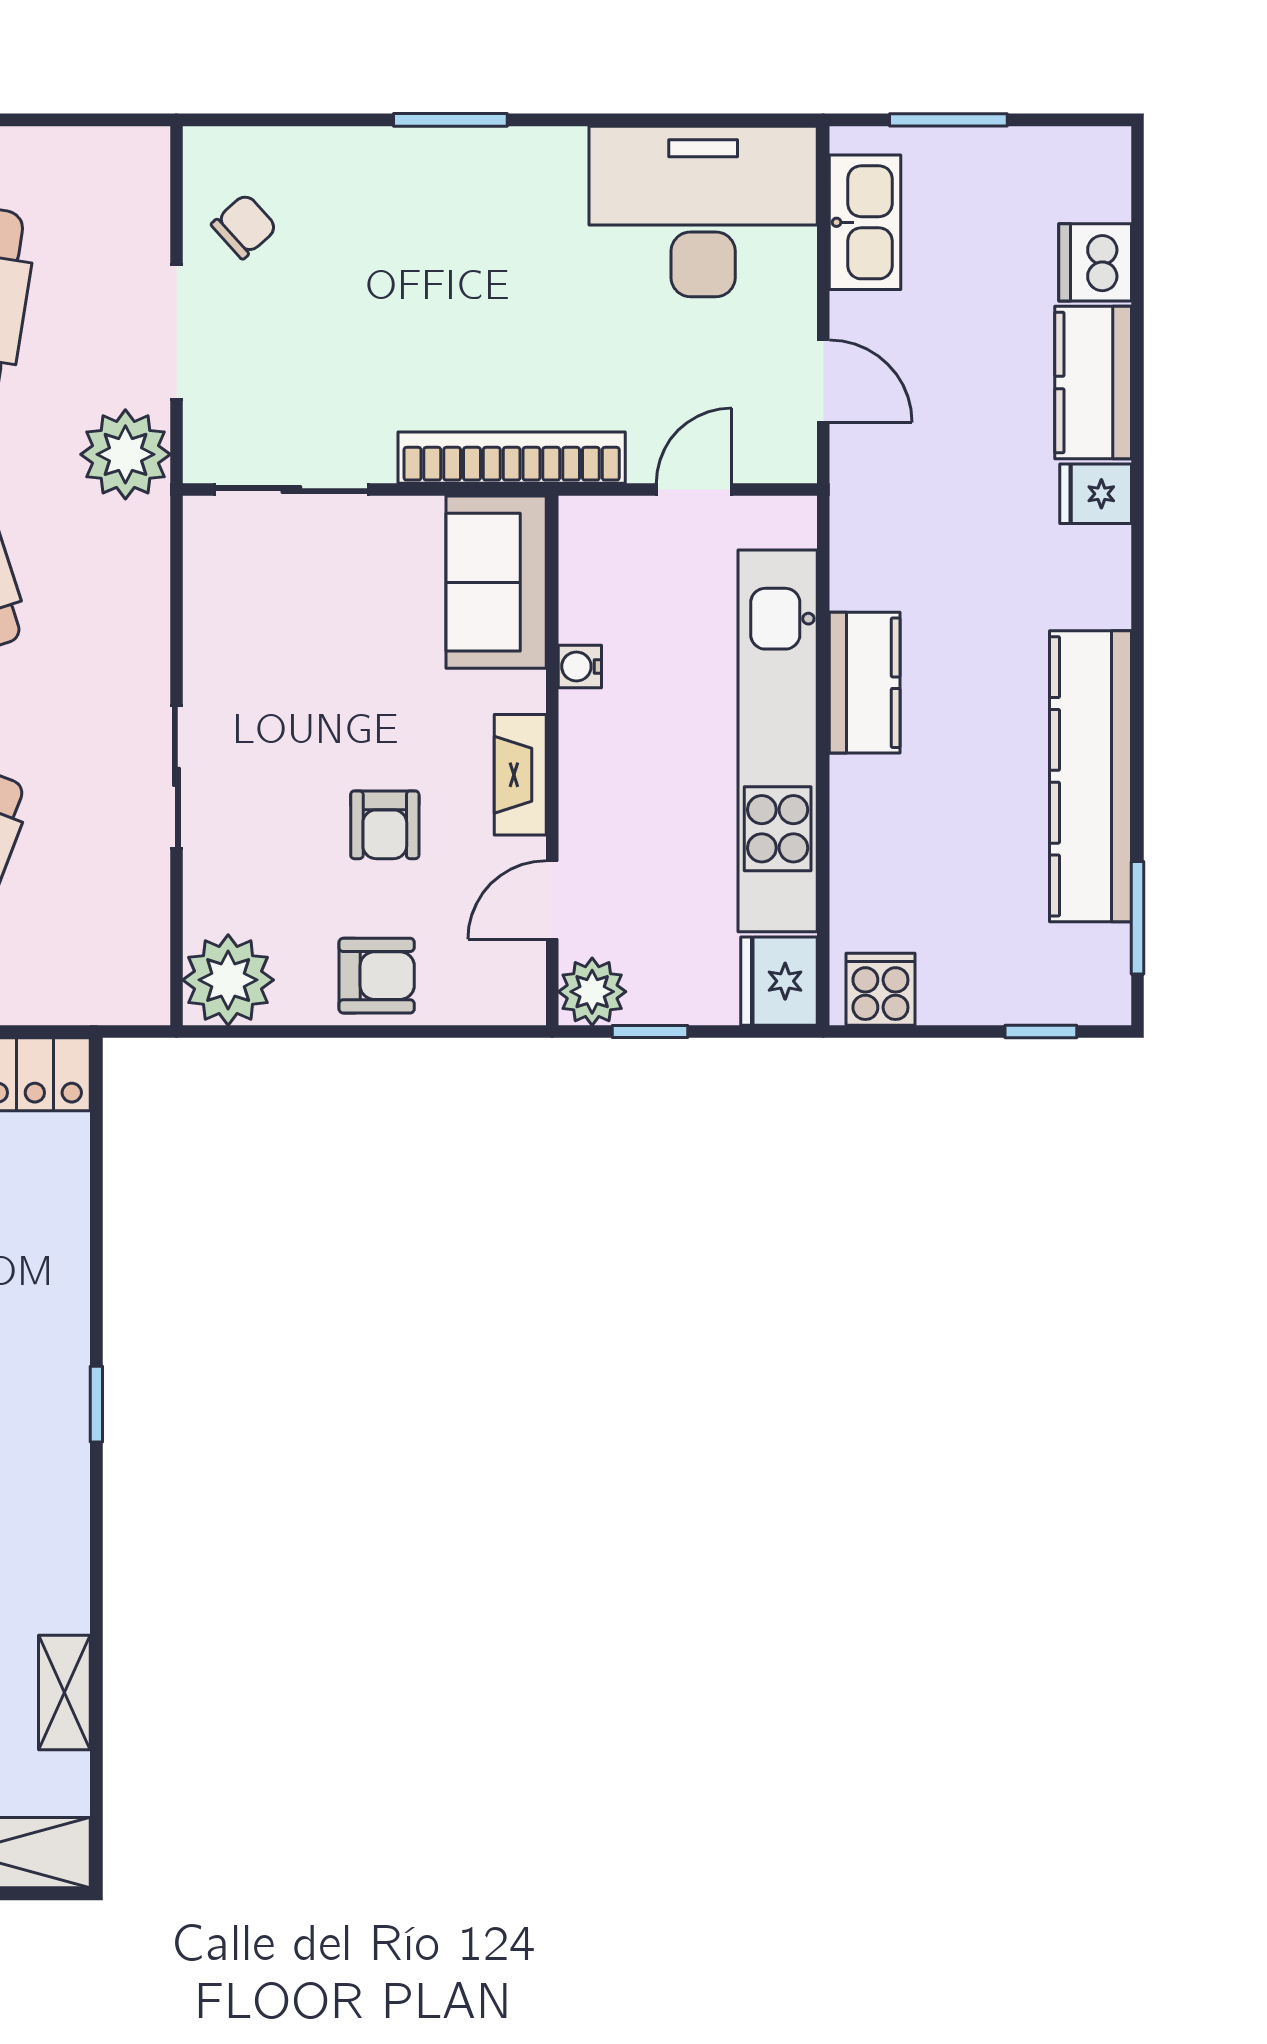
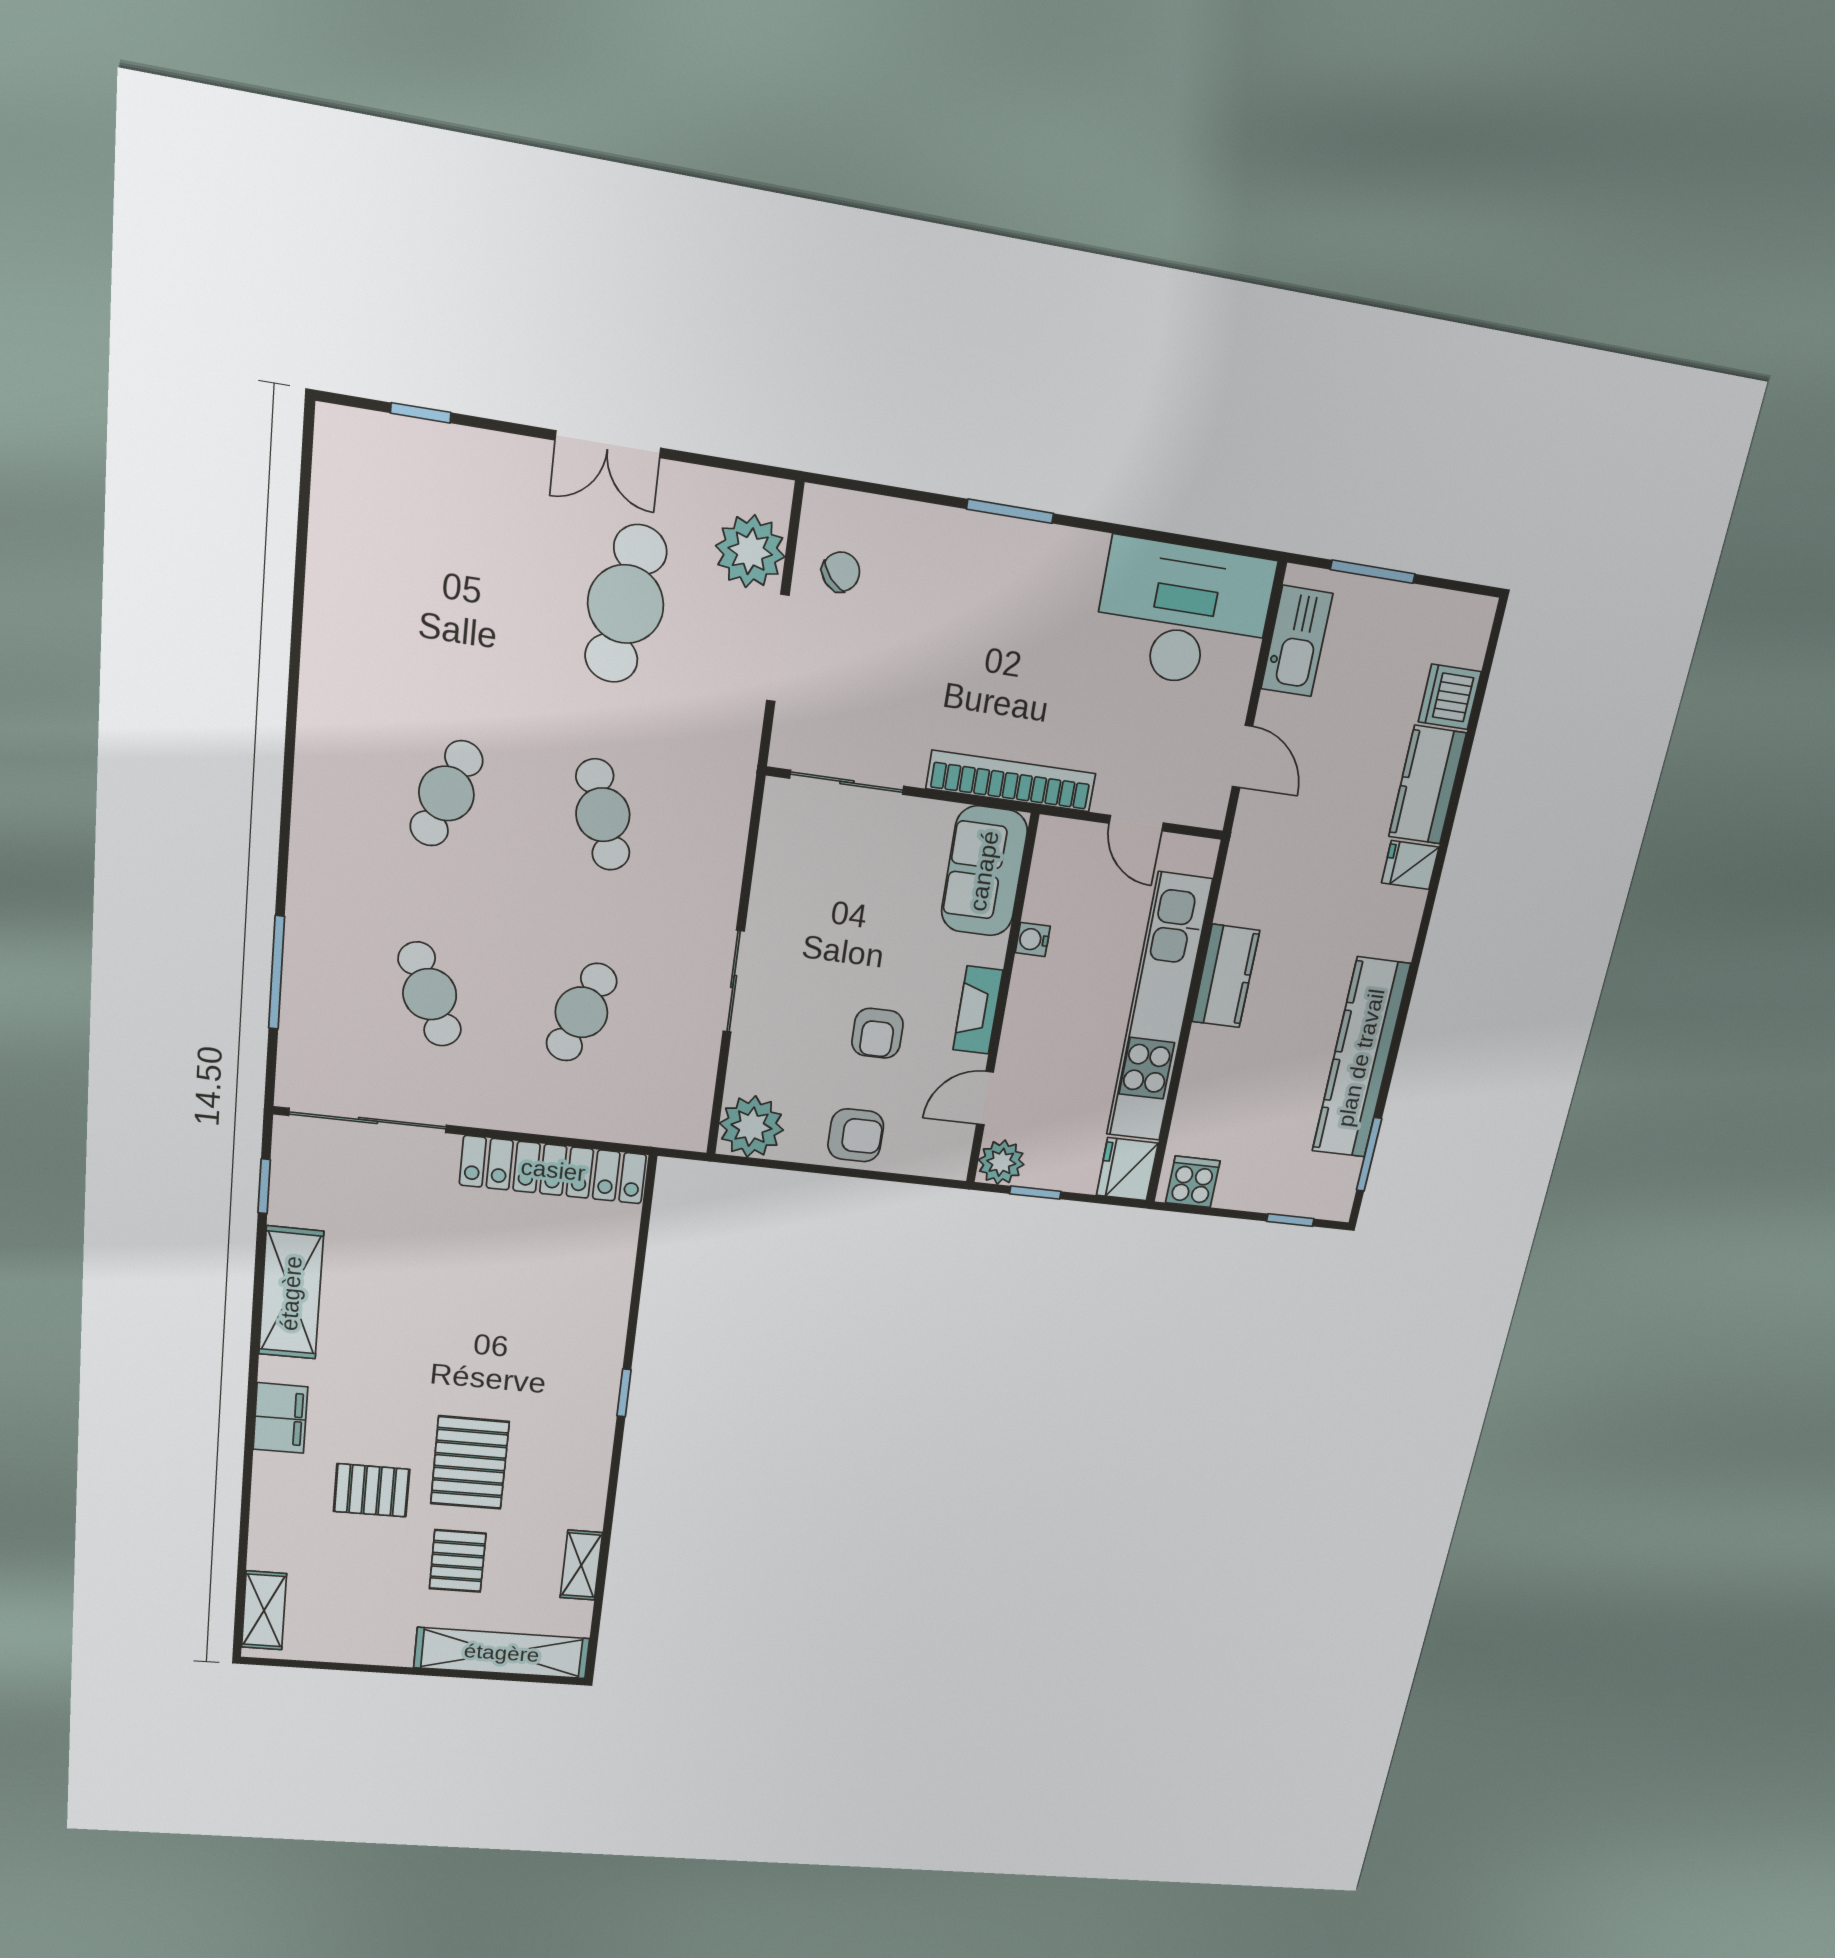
plant: (125, 454) -> (750, 551), moved
door: (694, 490) -> (1136, 823), swing flipped

